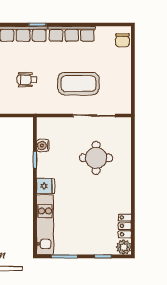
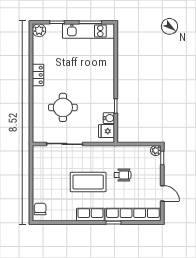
row of seats: (72, 34) -> (90, 215), width x0.68
coffee table: (78, 84) -> (88, 182), moved
fridge: (46, 186) -> (106, 131), moved
kitchen unit: (45, 225) -> (88, 31), moved, turned -90
locker: (125, 226) -> (38, 75), moved

